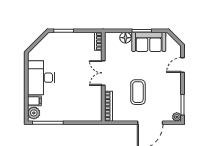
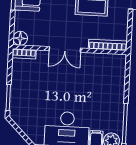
floor lamp: (125, 38) -> (20, 38), moved

